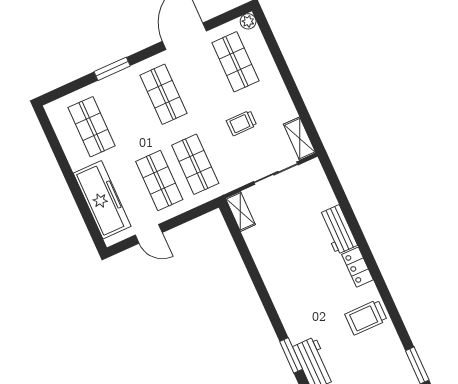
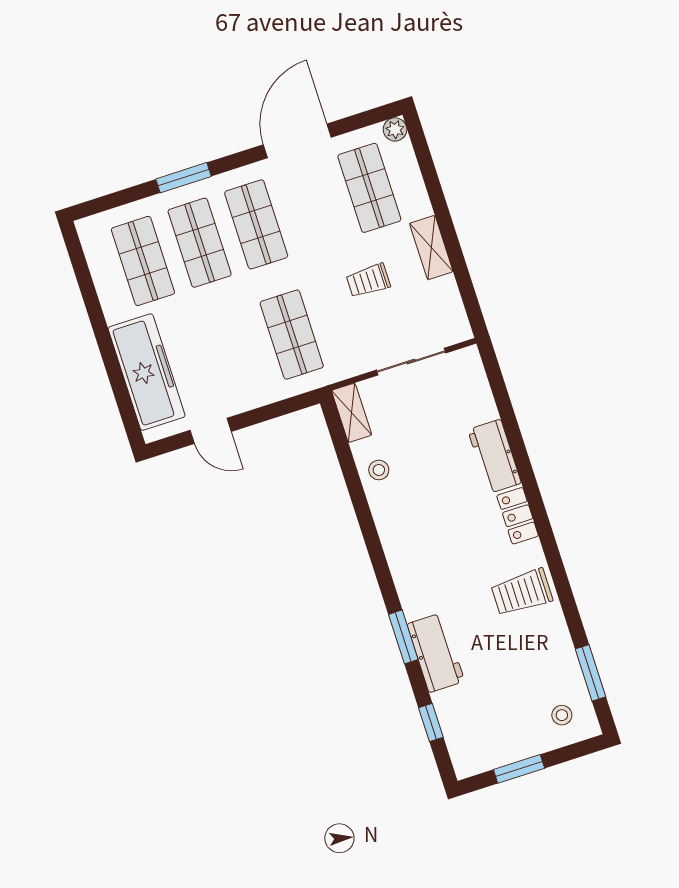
shelving: (300, 139) -> (431, 247), moved
shop shelf: (159, 181) -> (200, 243), moved
stool: (263, 247) -> (379, 470), added

